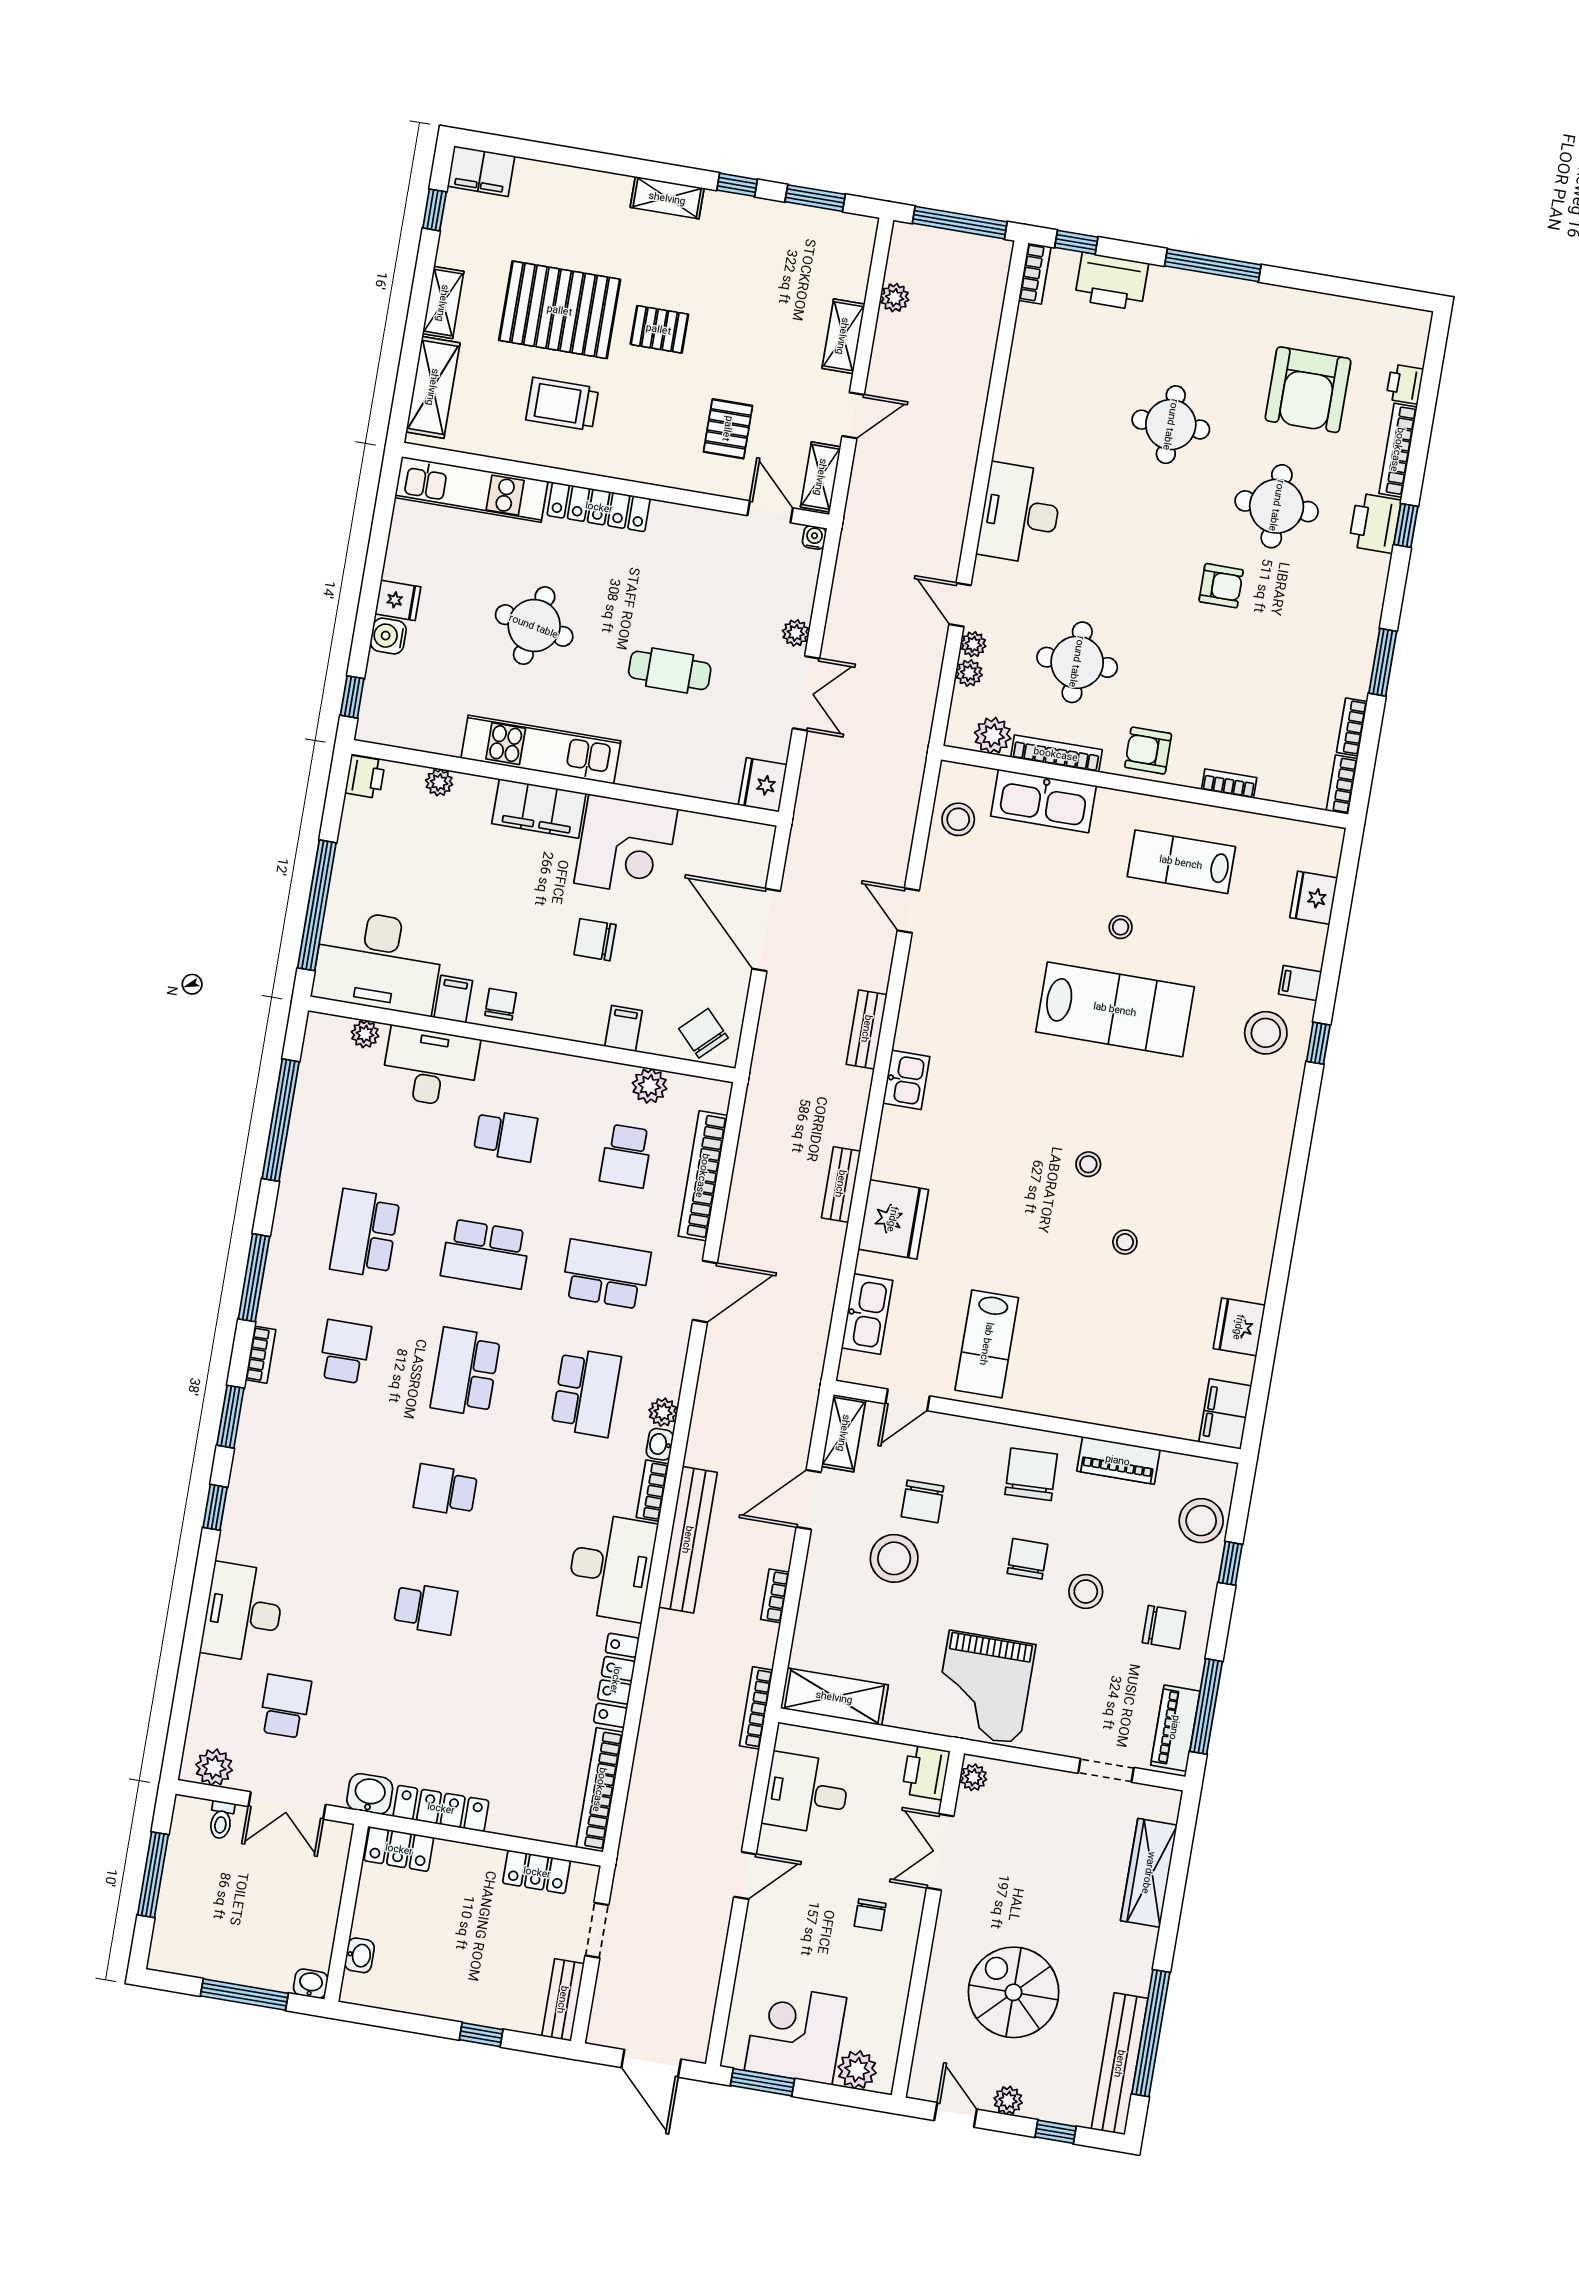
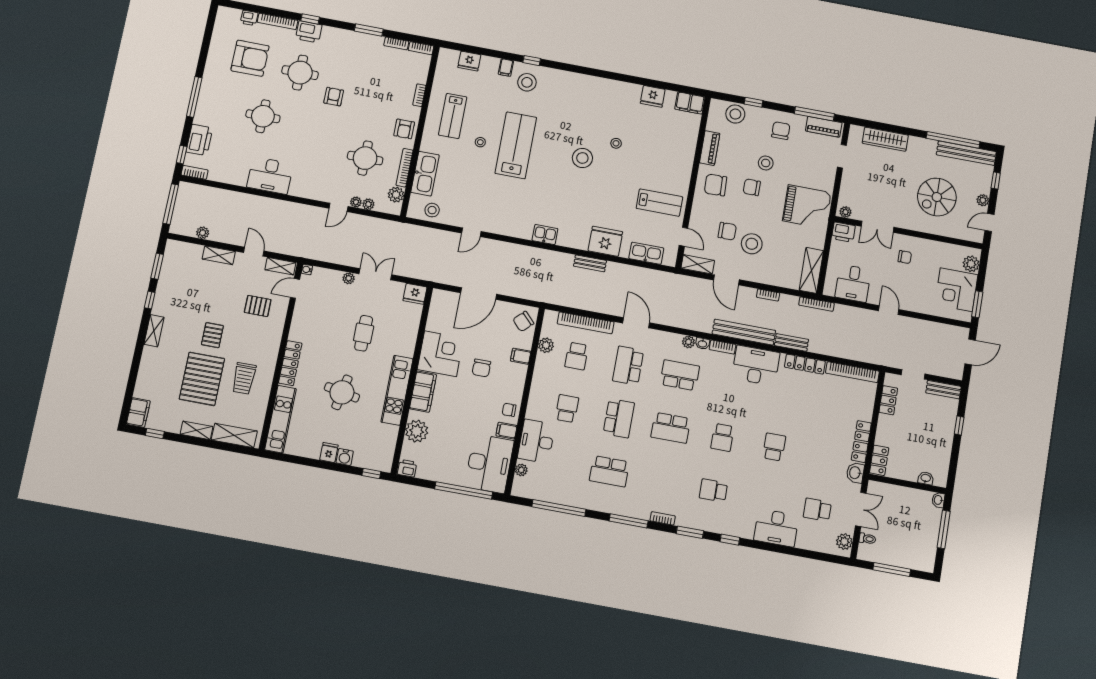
desk: (1020, 514) -> (270, 175), moved
plant: (439, 782) -> (417, 431), width x1.87, depth x1.87
bench: (867, 1029) -> (791, 342), moved
school desk: (626, 1156) -> (577, 356), turned 90
stool: (1088, 1164) -> (582, 158), width x1.89, depth x1.89
school desk: (345, 1352) -> (713, 490), moved

